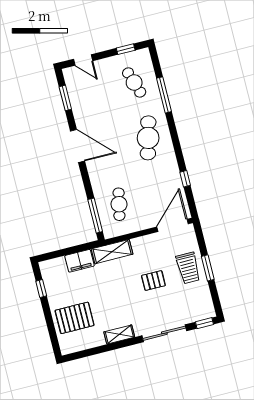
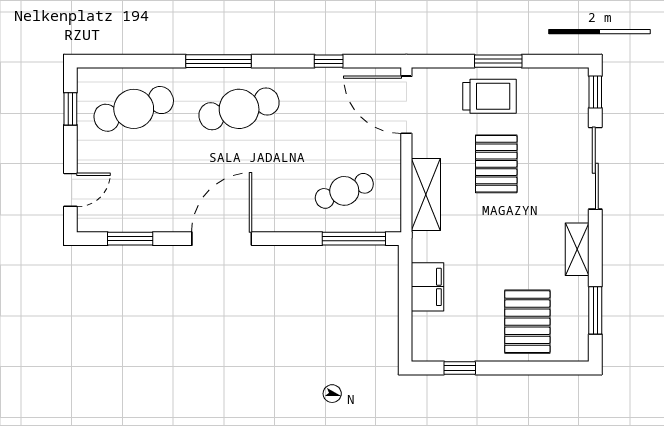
cafe table: (134, 82) -> (134, 109), width x1.37, depth x1.35
window: (164, 95) -> (219, 61), moved
cafe table: (148, 138) -> (239, 109), turned -30
cafe table: (119, 204) -> (344, 191), turned -33
shelving: (112, 252) -> (426, 194), moved
pallet: (153, 281) -> (496, 164), width x1.50, depth x1.42
window: (90, 352) -> (595, 310), added

